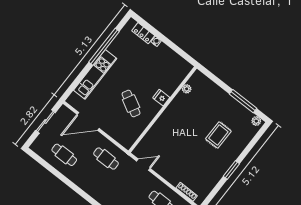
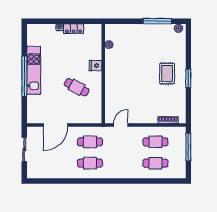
locker: (143, 33) -> (74, 29), moved
window: (104, 47) -> (24, 76), moved
kitchen unit: (95, 74) -> (34, 70), moved
rug: (218, 135) -> (167, 74), moved
cafe table: (64, 155) -> (90, 163), moved

